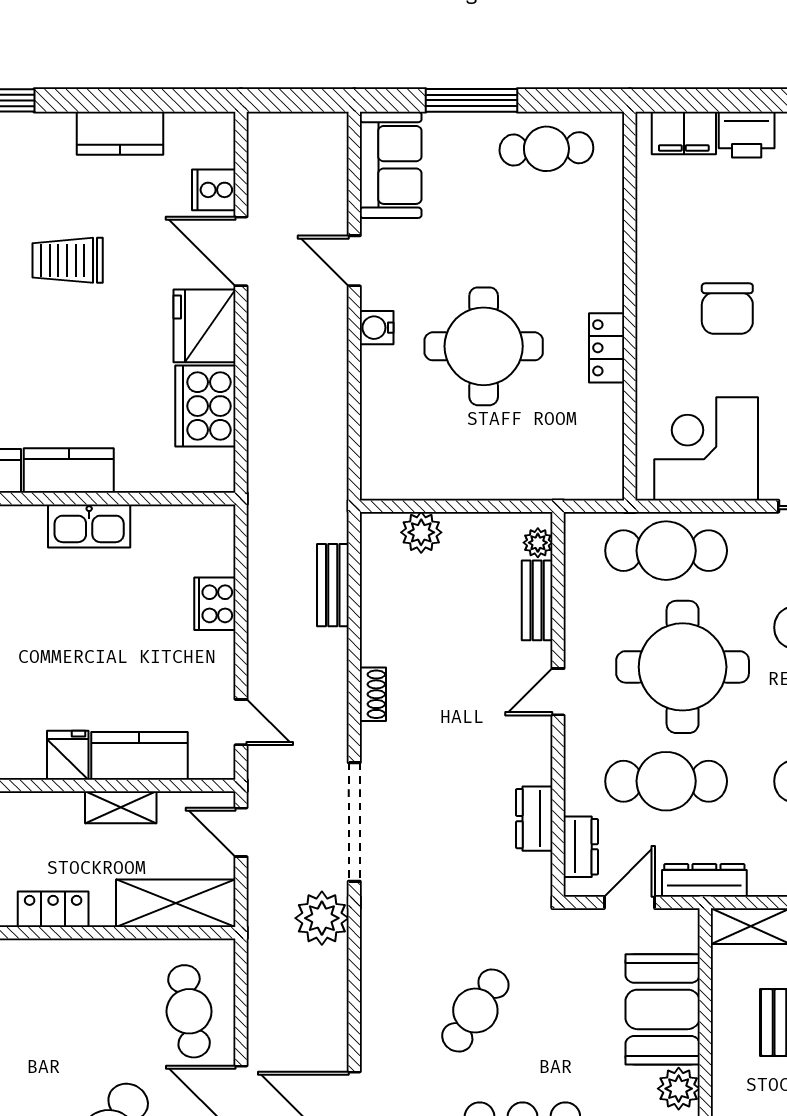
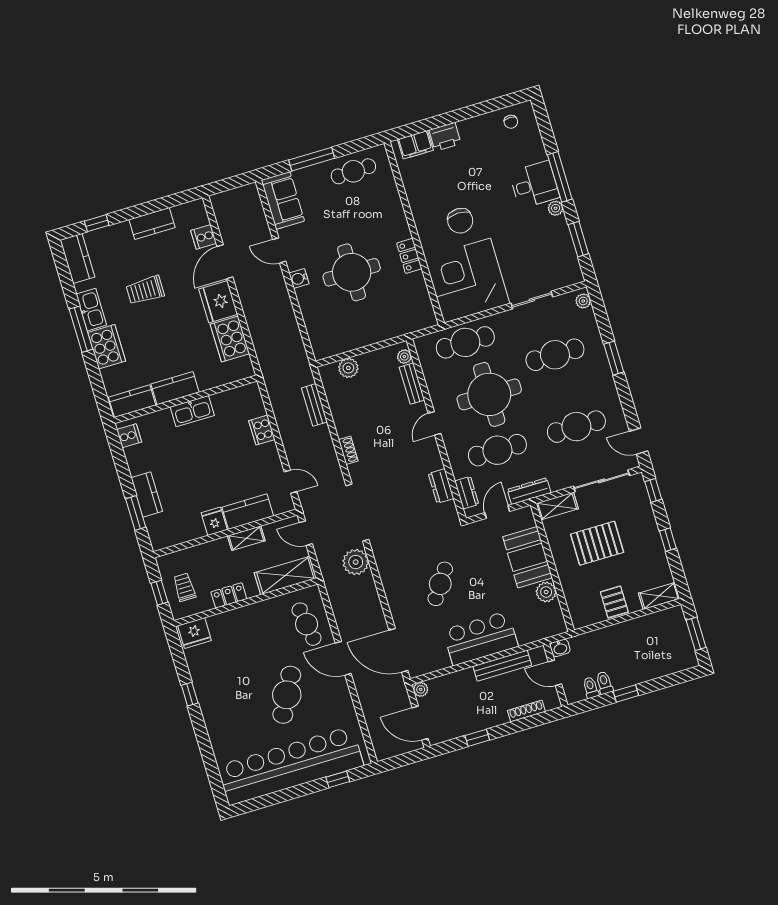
door: (241, 251) -> (225, 262), hinge flipped
corner desk: (706, 449) -> (467, 281), width x1.36, depth x1.36

